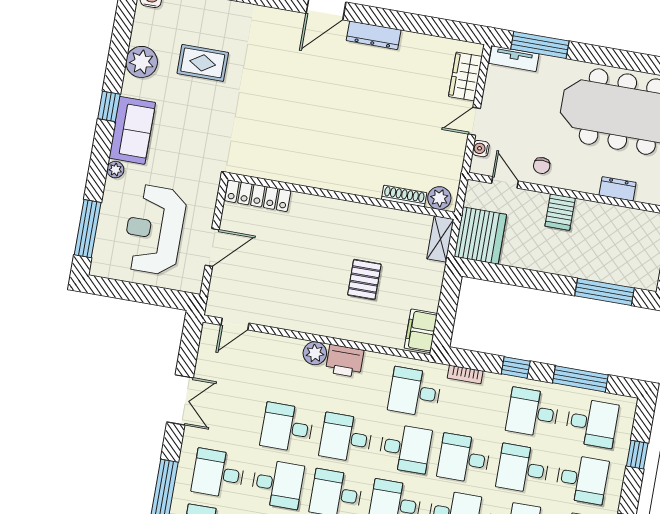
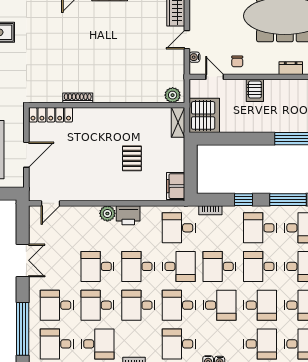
shoe rack: (404, 196) -> (78, 98), moved
desk: (277, 484) -> (98, 305), turned 180

